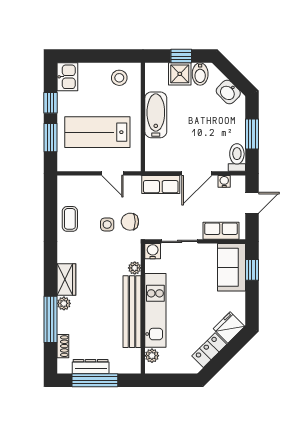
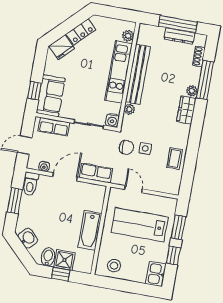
lab bench: (97, 132) -> (140, 225), turned 180

